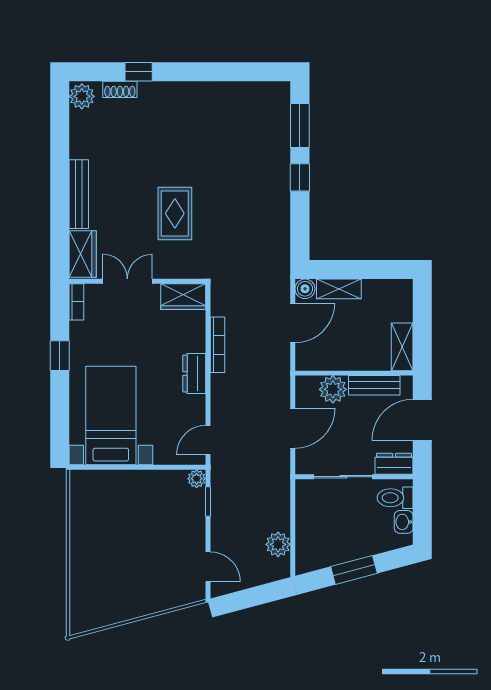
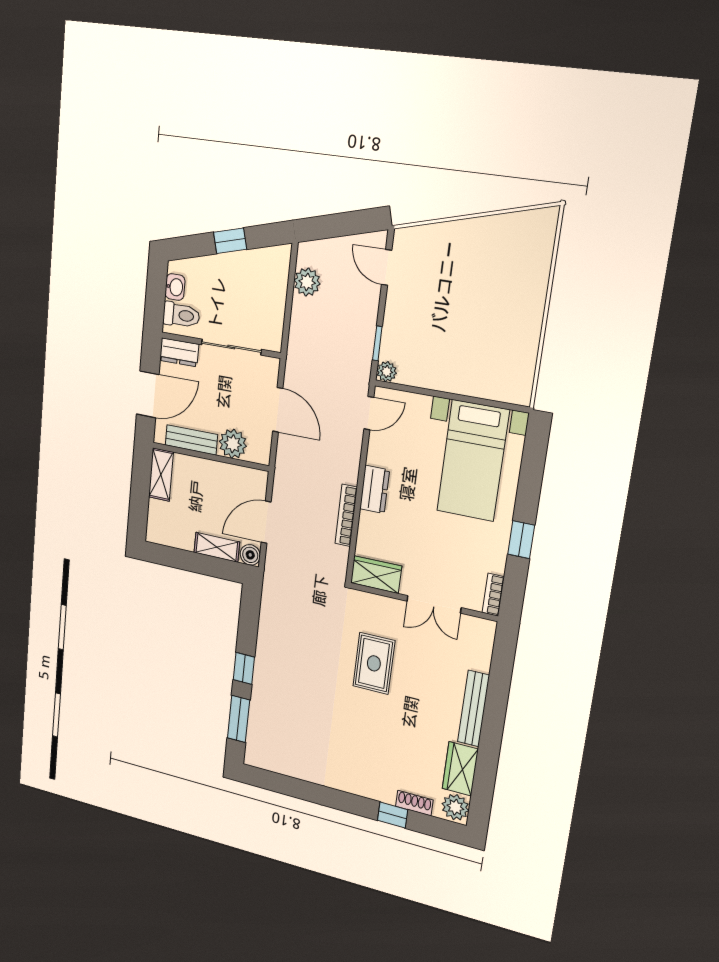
wardrobe: (83, 254) -> (460, 769), moved
door: (293, 428) -> (278, 410), swing flipped
window: (354, 570) -> (230, 241), width x0.67

